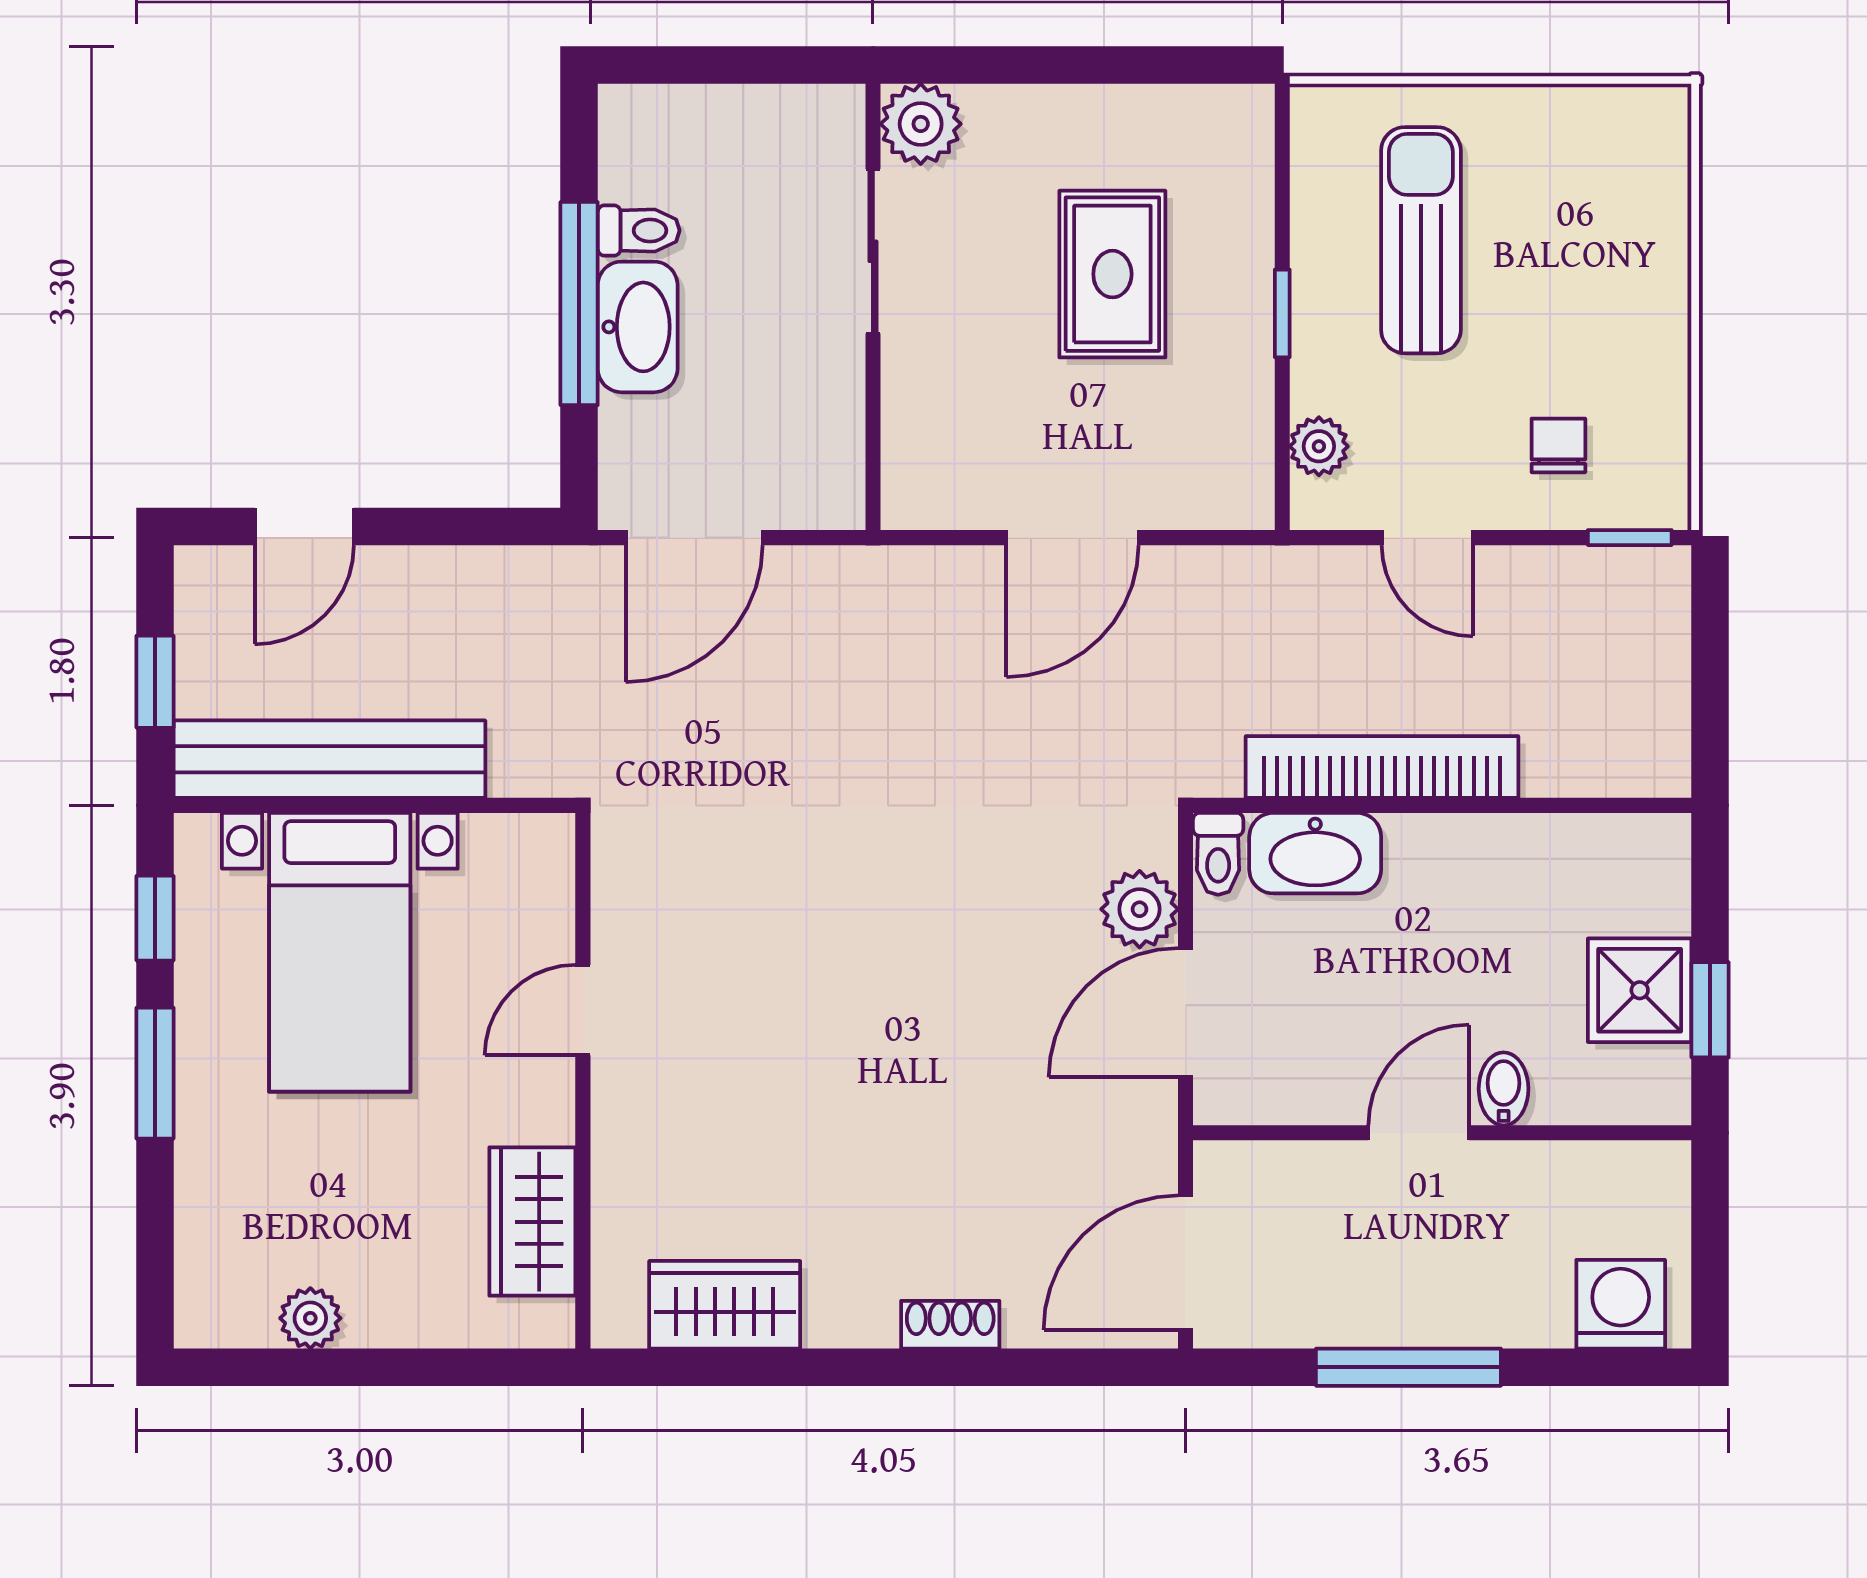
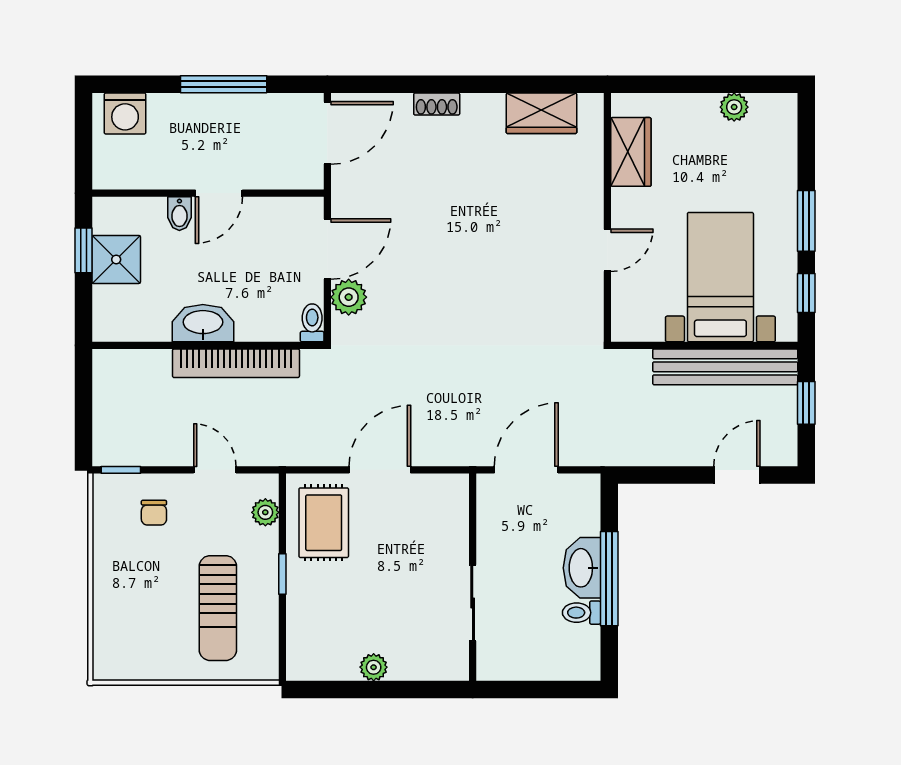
plant: (921, 124) -> (374, 667), moved, width x0.73, depth x0.73
rug: (1112, 274) -> (324, 523), moved
door: (694, 538) -> (526, 470), moved
washbasin: (1315, 853) -> (203, 323), moved

